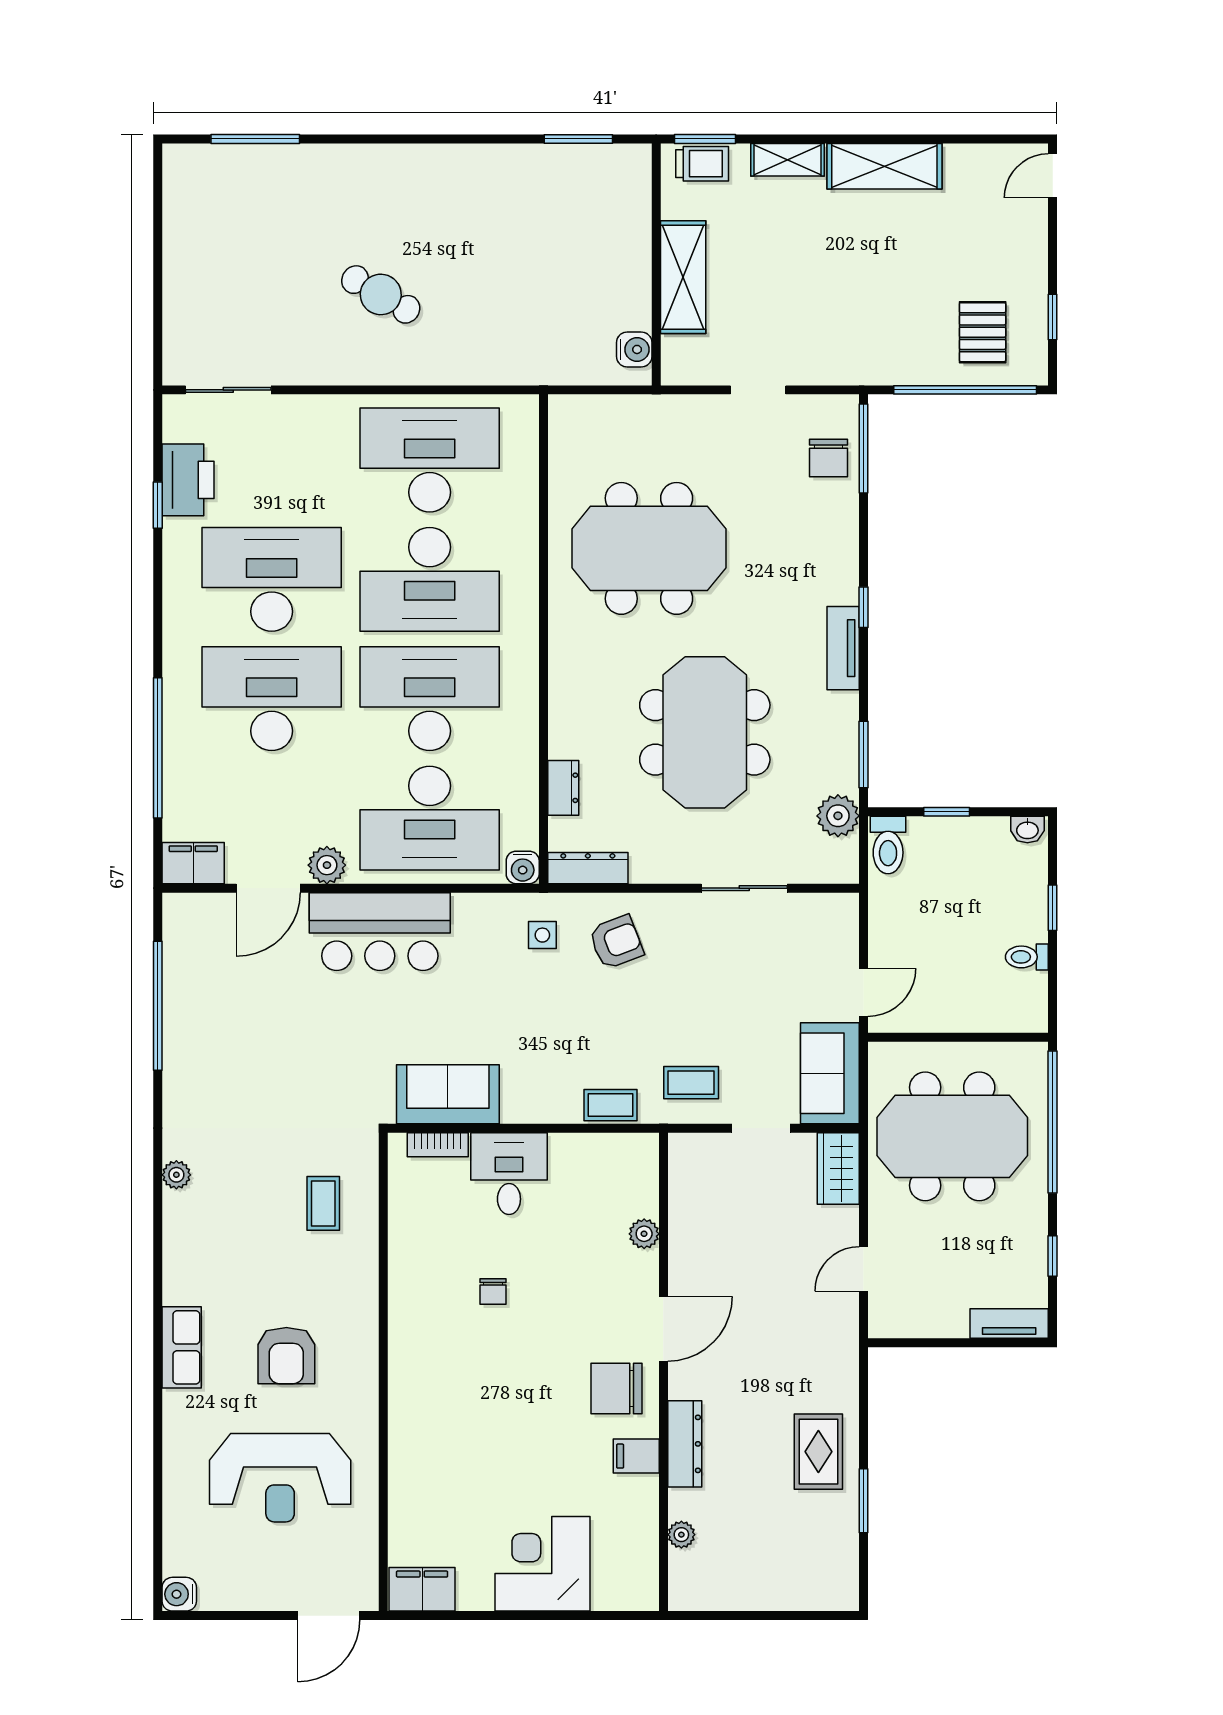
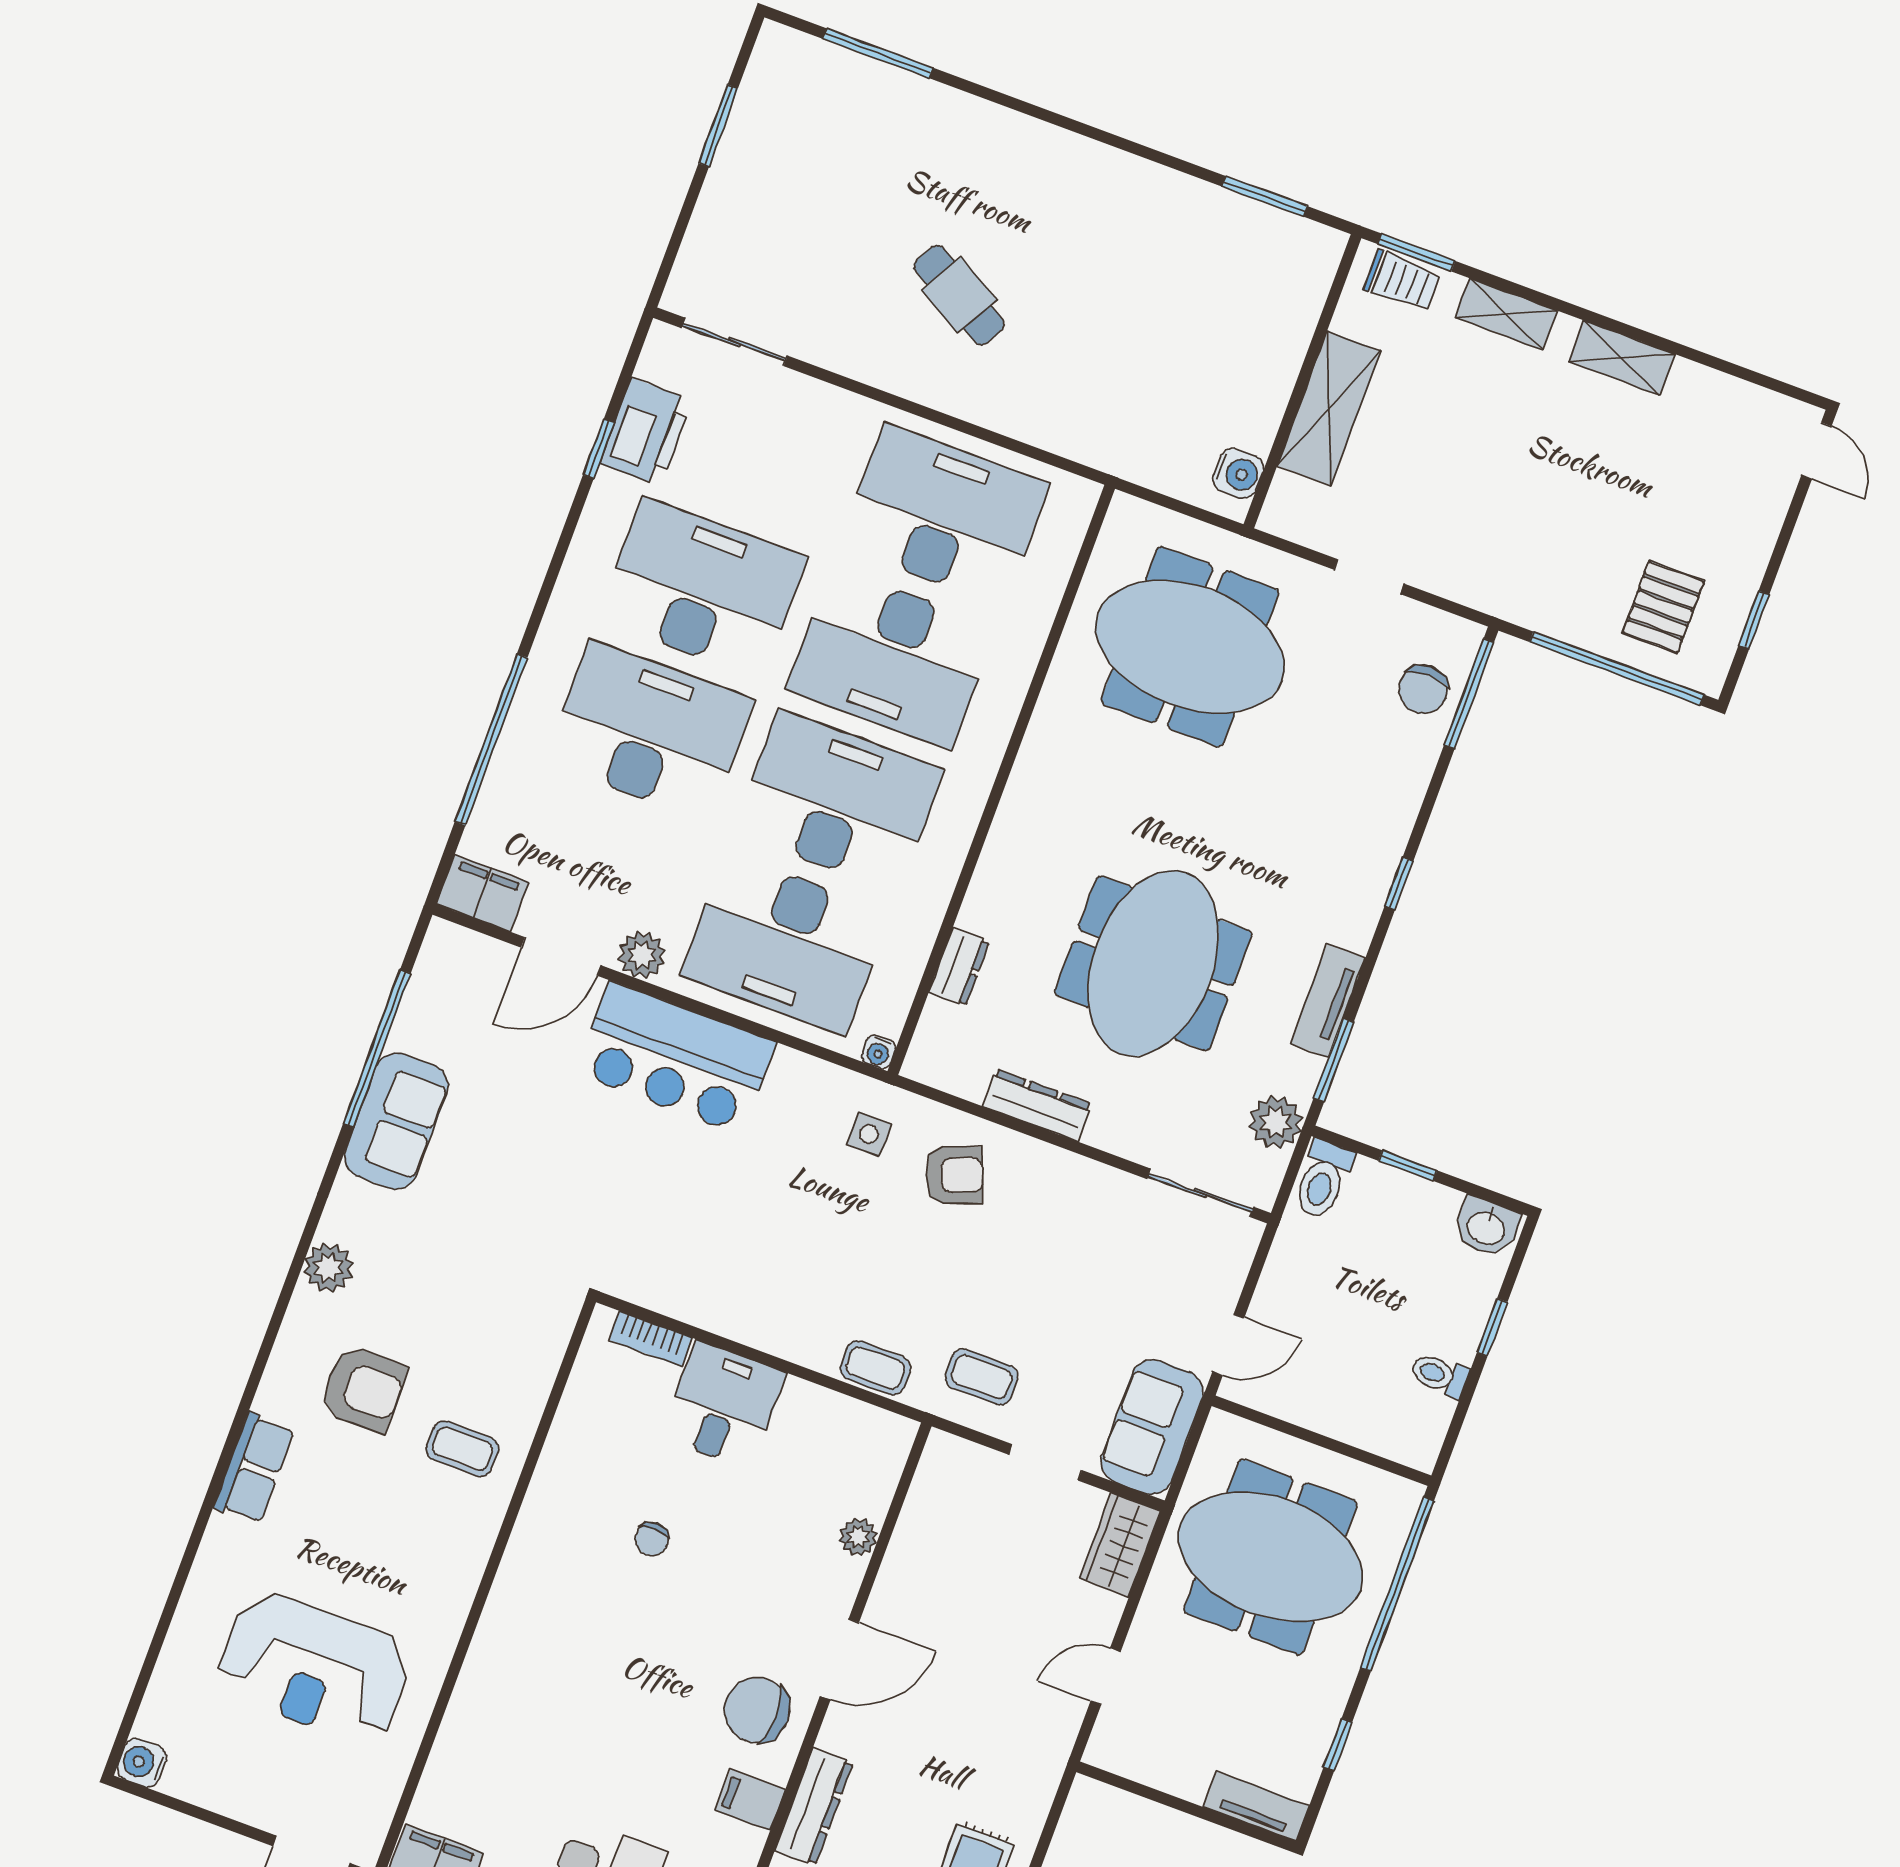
shelving: (884, 166) -> (1622, 358), width x0.67, depth x0.75
door: (1053, 176) -> (1816, 451), swing flipped
window: (158, 236) -> (718, 126), added
meeting table: (649, 548) -> (1190, 647), moved
tv unit: (843, 648) -> (1328, 1001), moved
washbasin: (1027, 830) -> (1486, 1227), width x1.38, depth x1.45
water cooler: (523, 867) -> (879, 1052), width x0.72, depth x0.72
dresser: (588, 868) -> (1037, 1105), moved
sliding door: (744, 888) -> (1200, 1193), moved
sofa: (448, 1094) -> (396, 1121), moved, turned 90
plant: (176, 1175) -> (328, 1268), width x1.38, depth x1.38
coffee table: (323, 1203) -> (462, 1449), moved, turned 90
armchair: (286, 1356) -> (363, 1389), moved, turned -90

